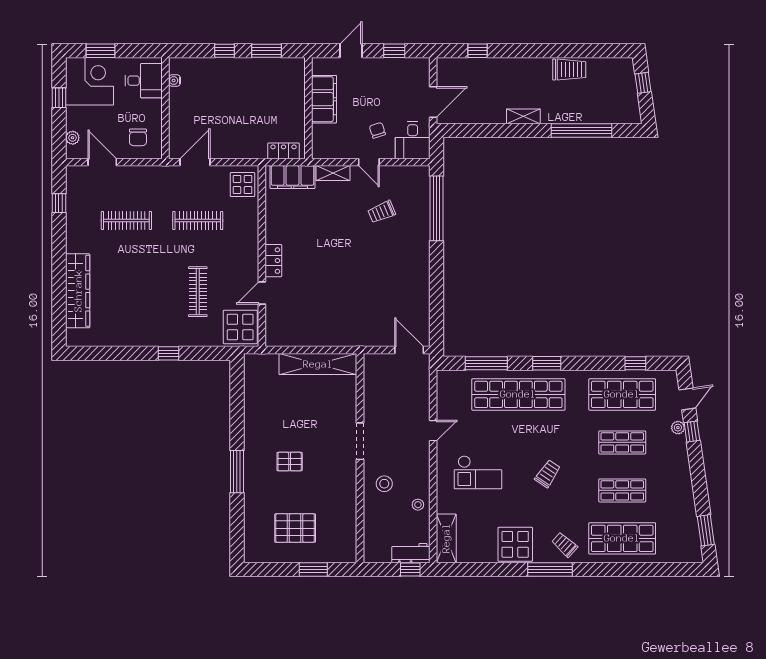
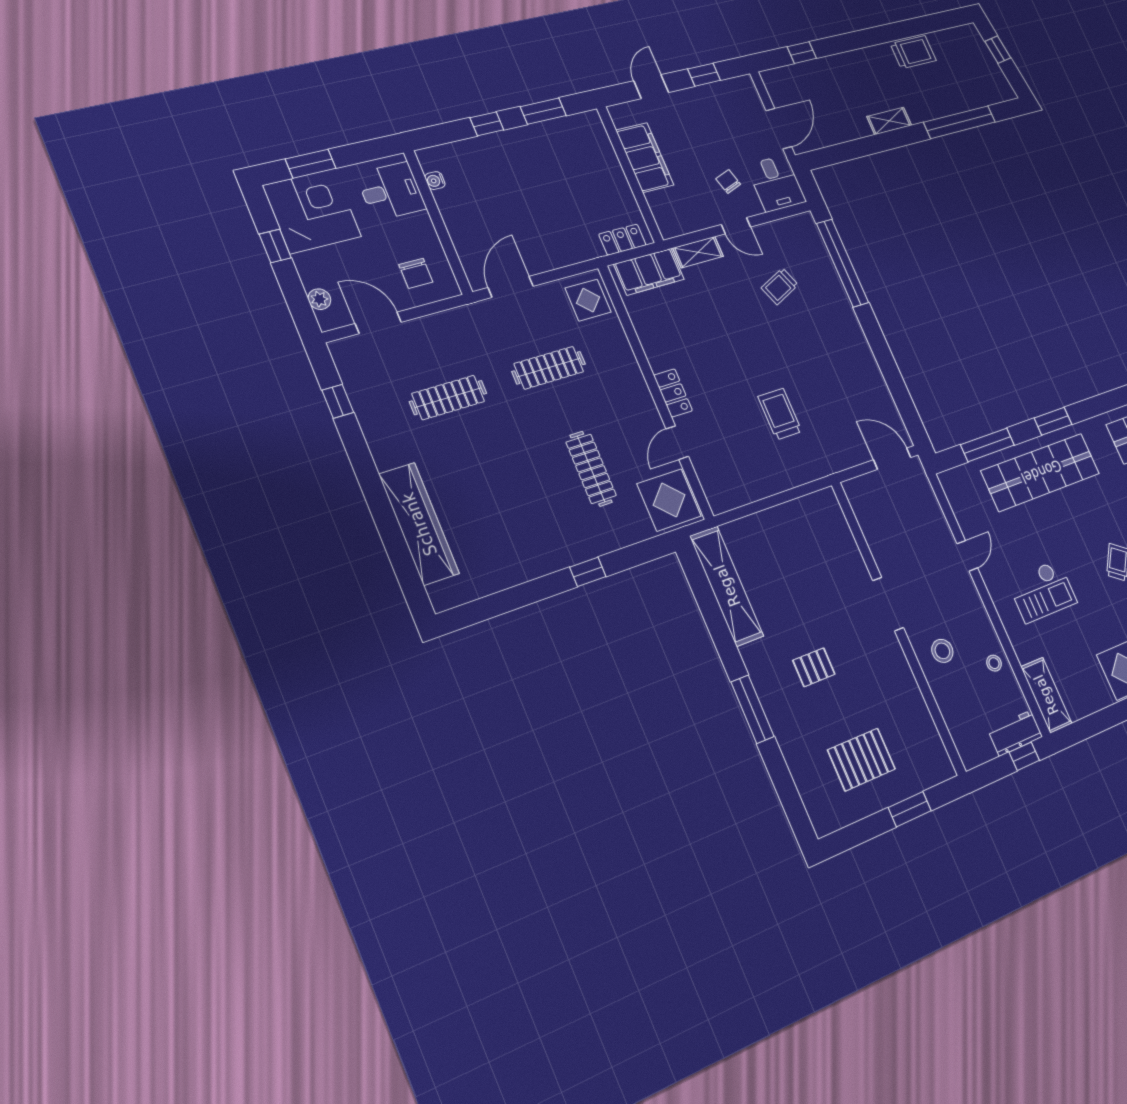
trolley: (342, 296) -> (780, 414), added
shelving: (318, 364) -> (727, 586), moved, turned 90

